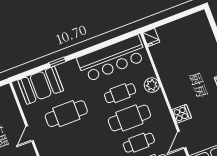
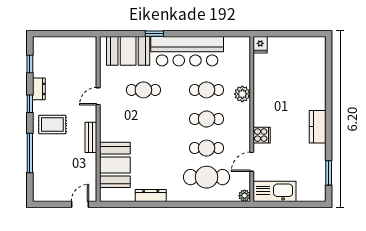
bar counter: (112, 59) -> (187, 51), moved
cafe table: (66, 114) -> (143, 90), width x0.73, depth x0.74
cafe table: (129, 118) -> (207, 119), width x0.73, depth x0.74

